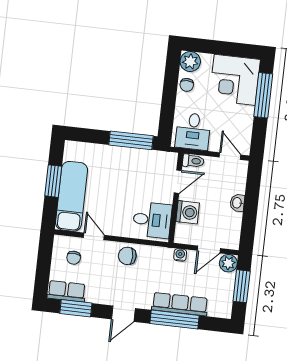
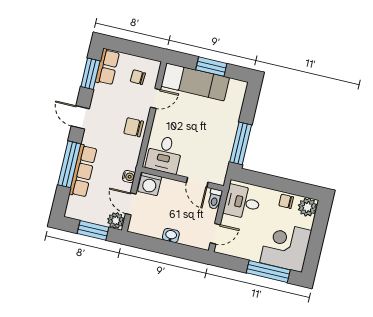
washing machine: (188, 212) -> (150, 184), moved
chair: (127, 256) -> (134, 127), turned -90

